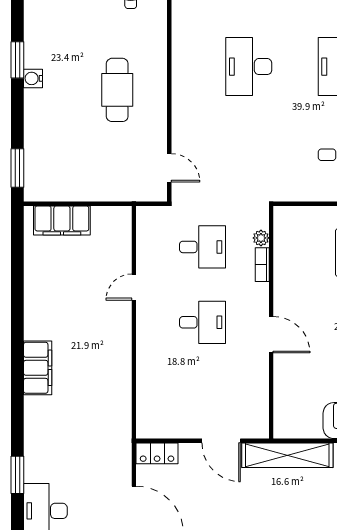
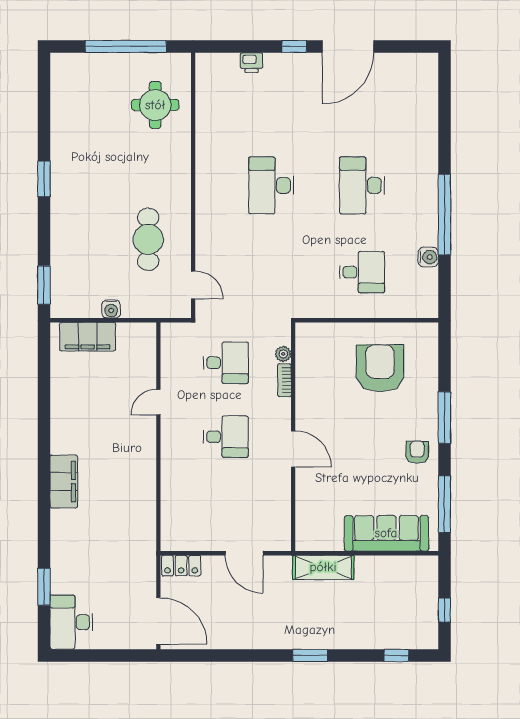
water cooler: (33, 78) -> (111, 309), moved, turned -90
cafe table: (117, 90) -> (148, 239), moved
shelving: (287, 455) -> (323, 567), width x0.68

